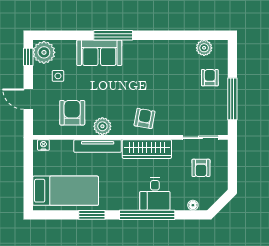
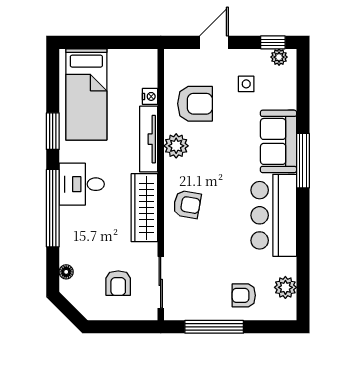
plant: (44, 52) -> (279, 57), width x0.53, depth x0.53
bar counter: (152, 56) -> (274, 215), added
armchair: (210, 78) -> (244, 295), turned 180
nightstand: (43, 145) -> (150, 96), moved
armchair: (201, 168) -> (118, 283), turned -90
desk: (155, 194) -> (82, 184), moved

